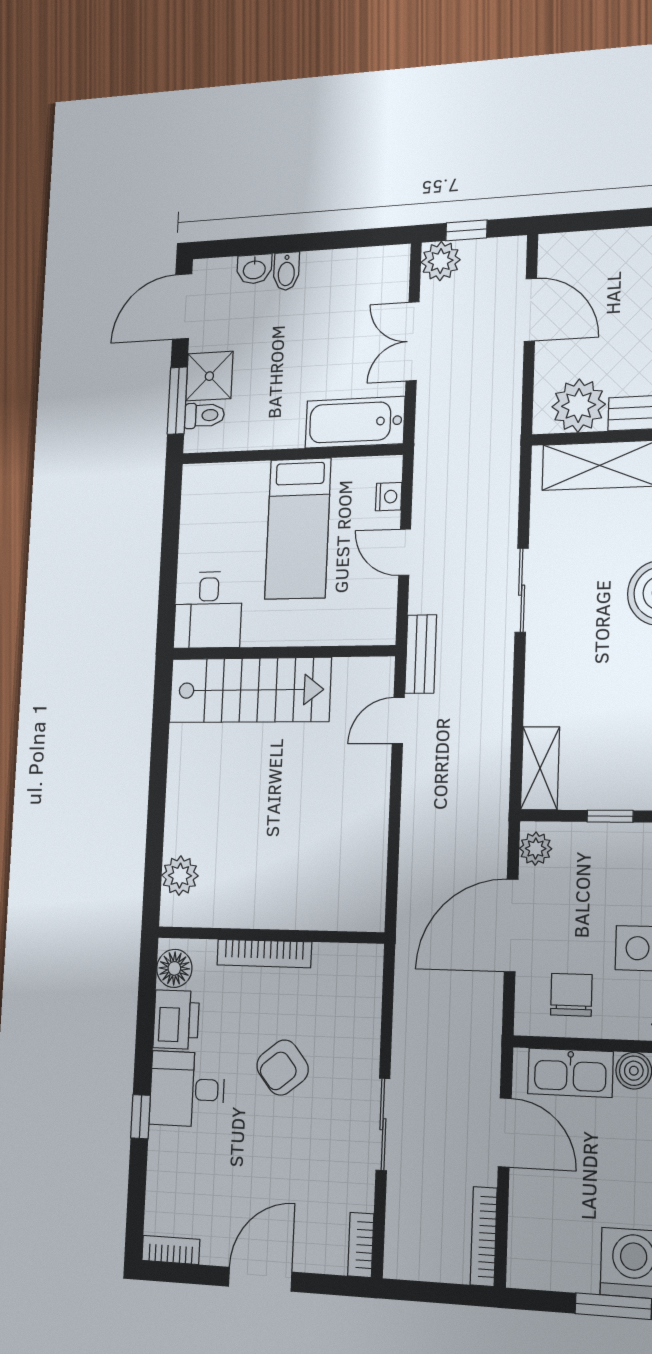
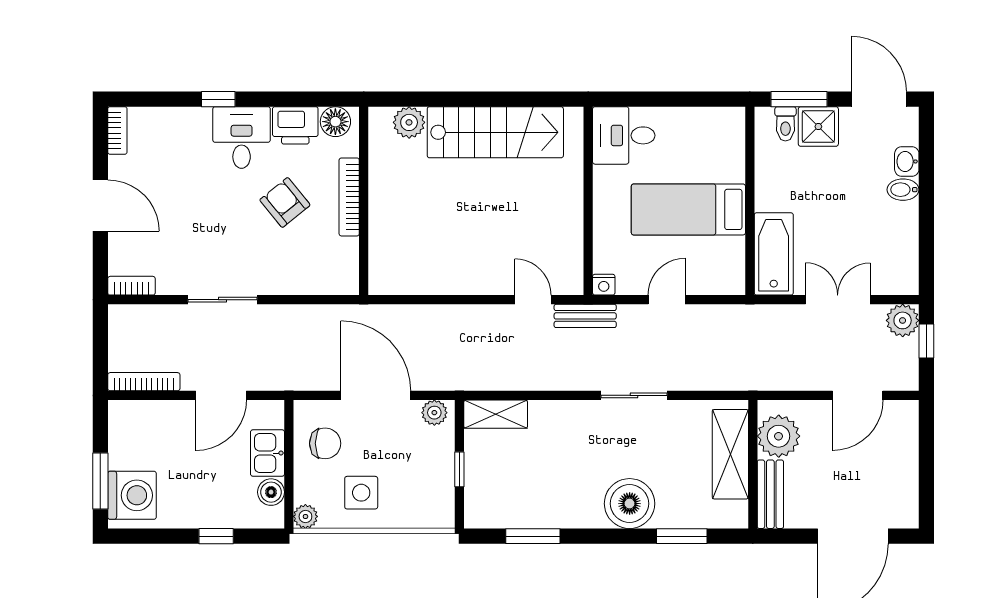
nightstand: (389, 497) -> (604, 285), moved
stairs: (250, 690) -> (495, 132), moved, turned -90
armchair: (283, 1068) -> (285, 202), moved
kitchen sink: (570, 1073) -> (267, 453), width x0.73

